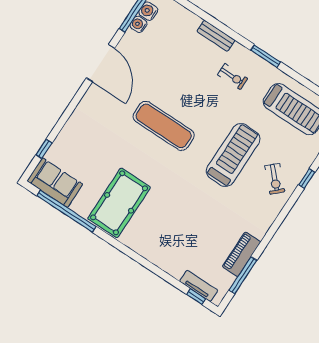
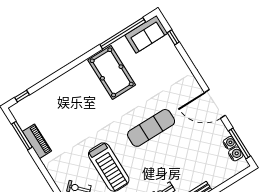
tv unit: (199, 286) -> (29, 101), removed

